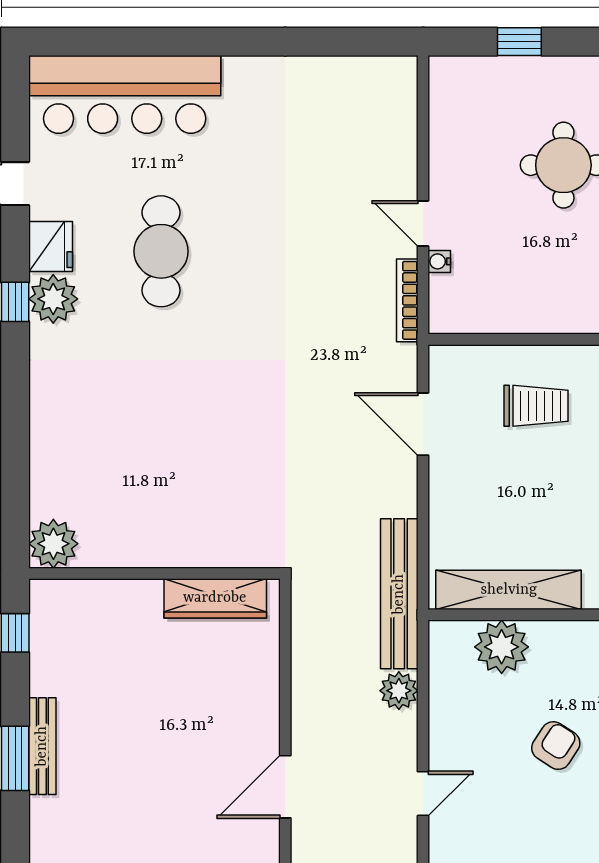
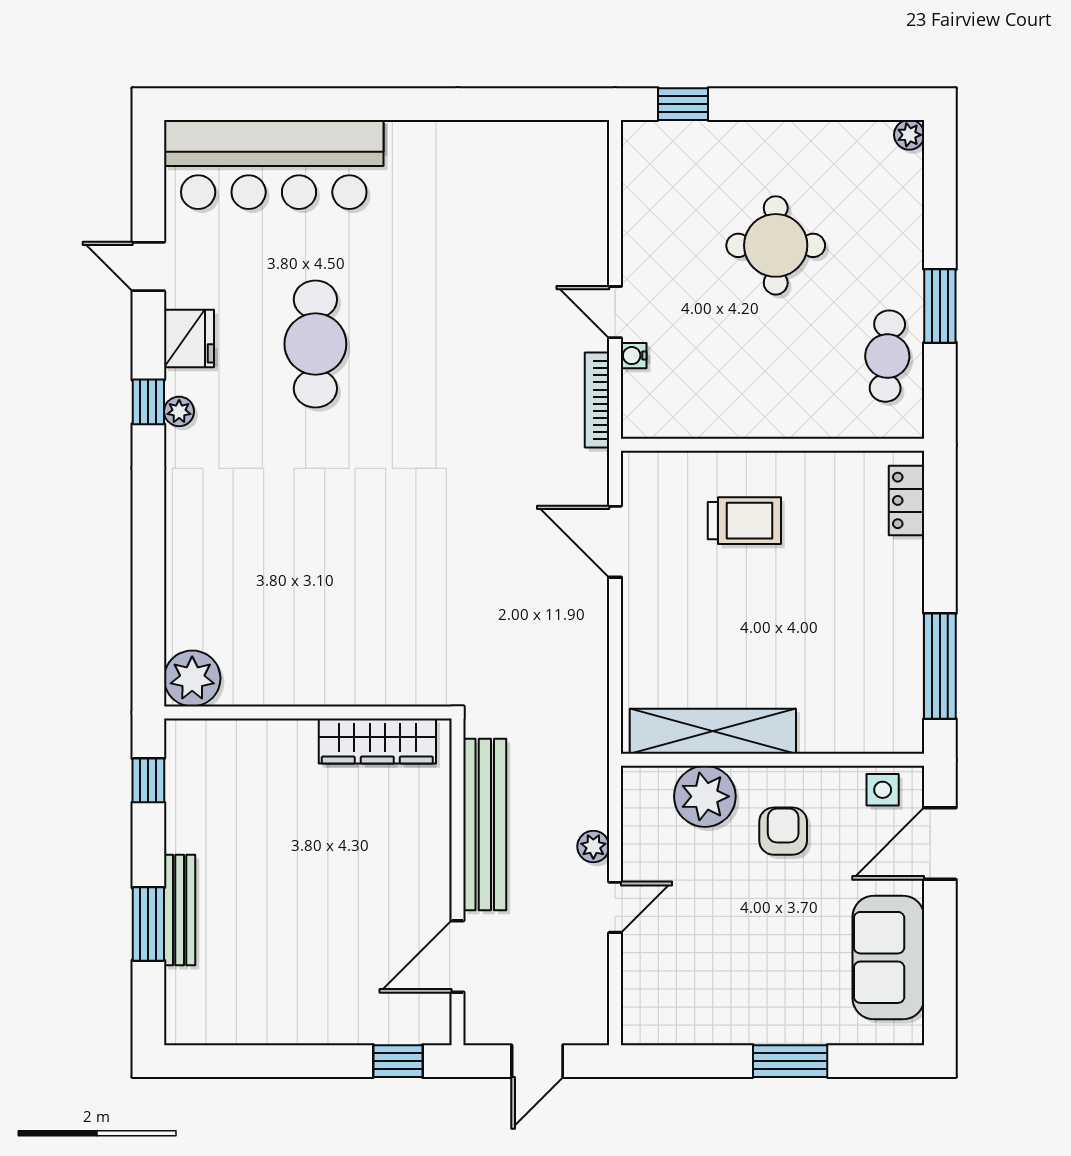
window: (519, 42) -> (683, 104), moved
plant: (53, 299) -> (179, 411), width x0.53, depth x0.53
bench: (399, 594) -> (485, 824), moved
plant: (399, 691) -> (593, 846), width x0.73, depth x0.73
armchair: (556, 746) -> (783, 831), moved, turned -33
door: (423, 794) -> (615, 907), moved

